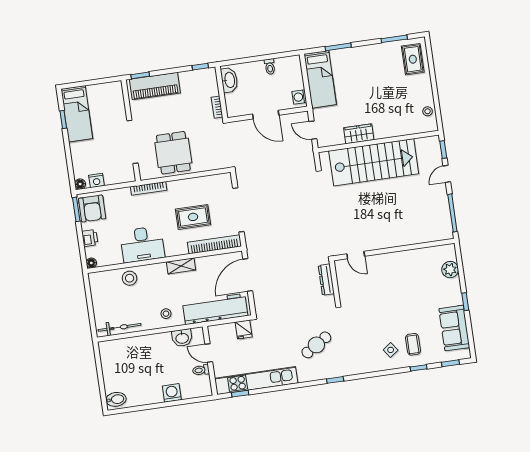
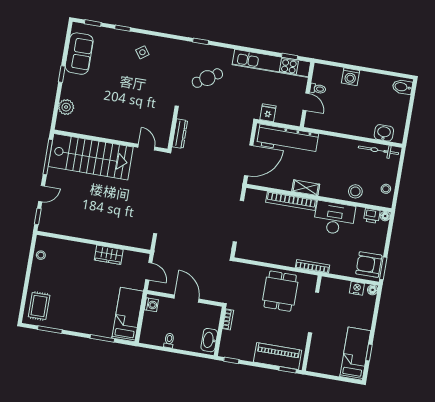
stairs: (374, 162) -> (91, 157), moved, turned 180
armchair: (92, 208) -> (369, 265), turned -90
rug: (193, 217) -> (281, 228), removed
printer: (90, 238) -> (372, 216), moved, turned -90
bookcase: (214, 244) -> (291, 201), moved
stool: (166, 314) -> (386, 189), moved
washbasin: (182, 338) -> (384, 133), moved
coffee table: (413, 344) -> (121, 51), removed

